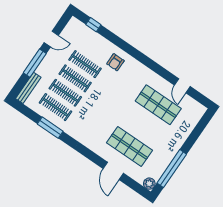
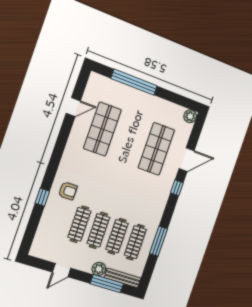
window: (93, 25) -> (42, 197), moved
door: (51, 39) -> (62, 270), swing flipped
window: (35, 63) -> (107, 284), moved
plant: (42, 70) -> (99, 269), added
window: (91, 156) -> (177, 188), added
window: (172, 169) -> (134, 82), moved

